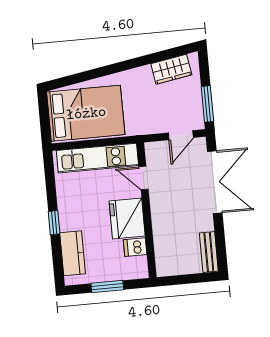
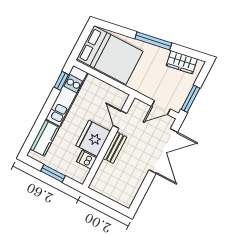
window: (124, 66) -> (153, 41), added
kitchen unit: (97, 158) -> (67, 96), moved, turned -90
window: (54, 223) -> (61, 81), moved
bench: (209, 252) -> (115, 148), moved

